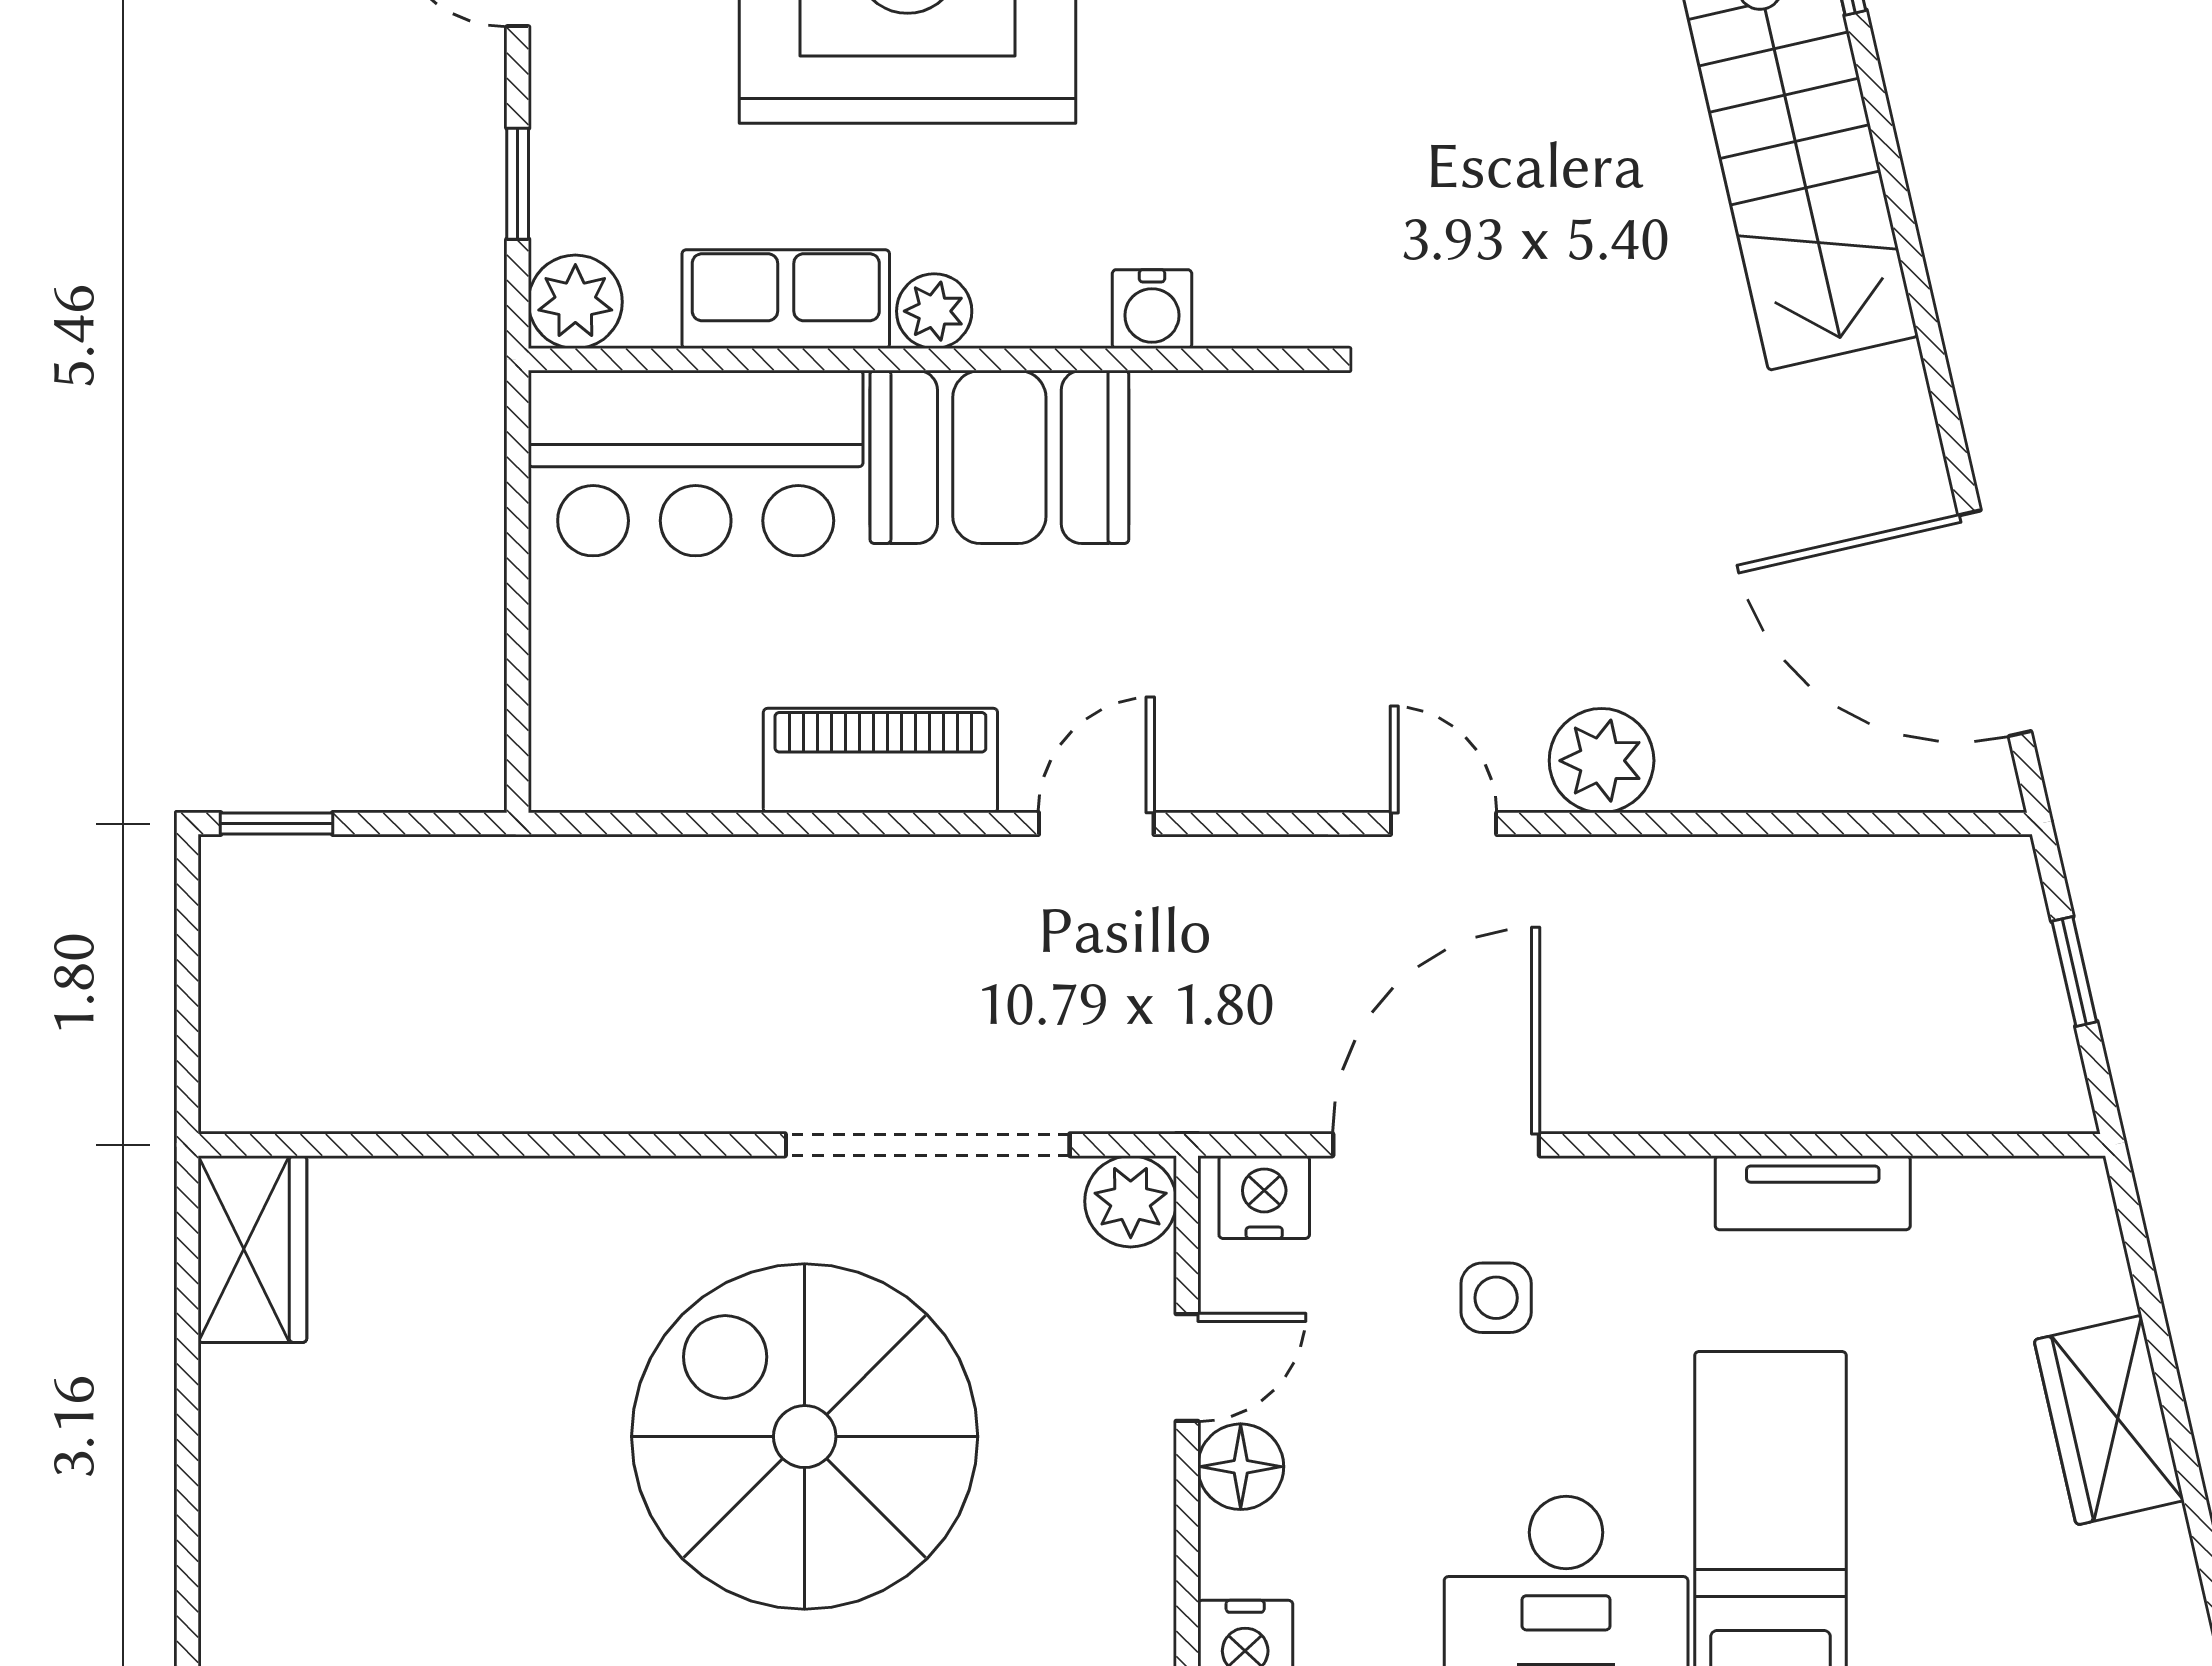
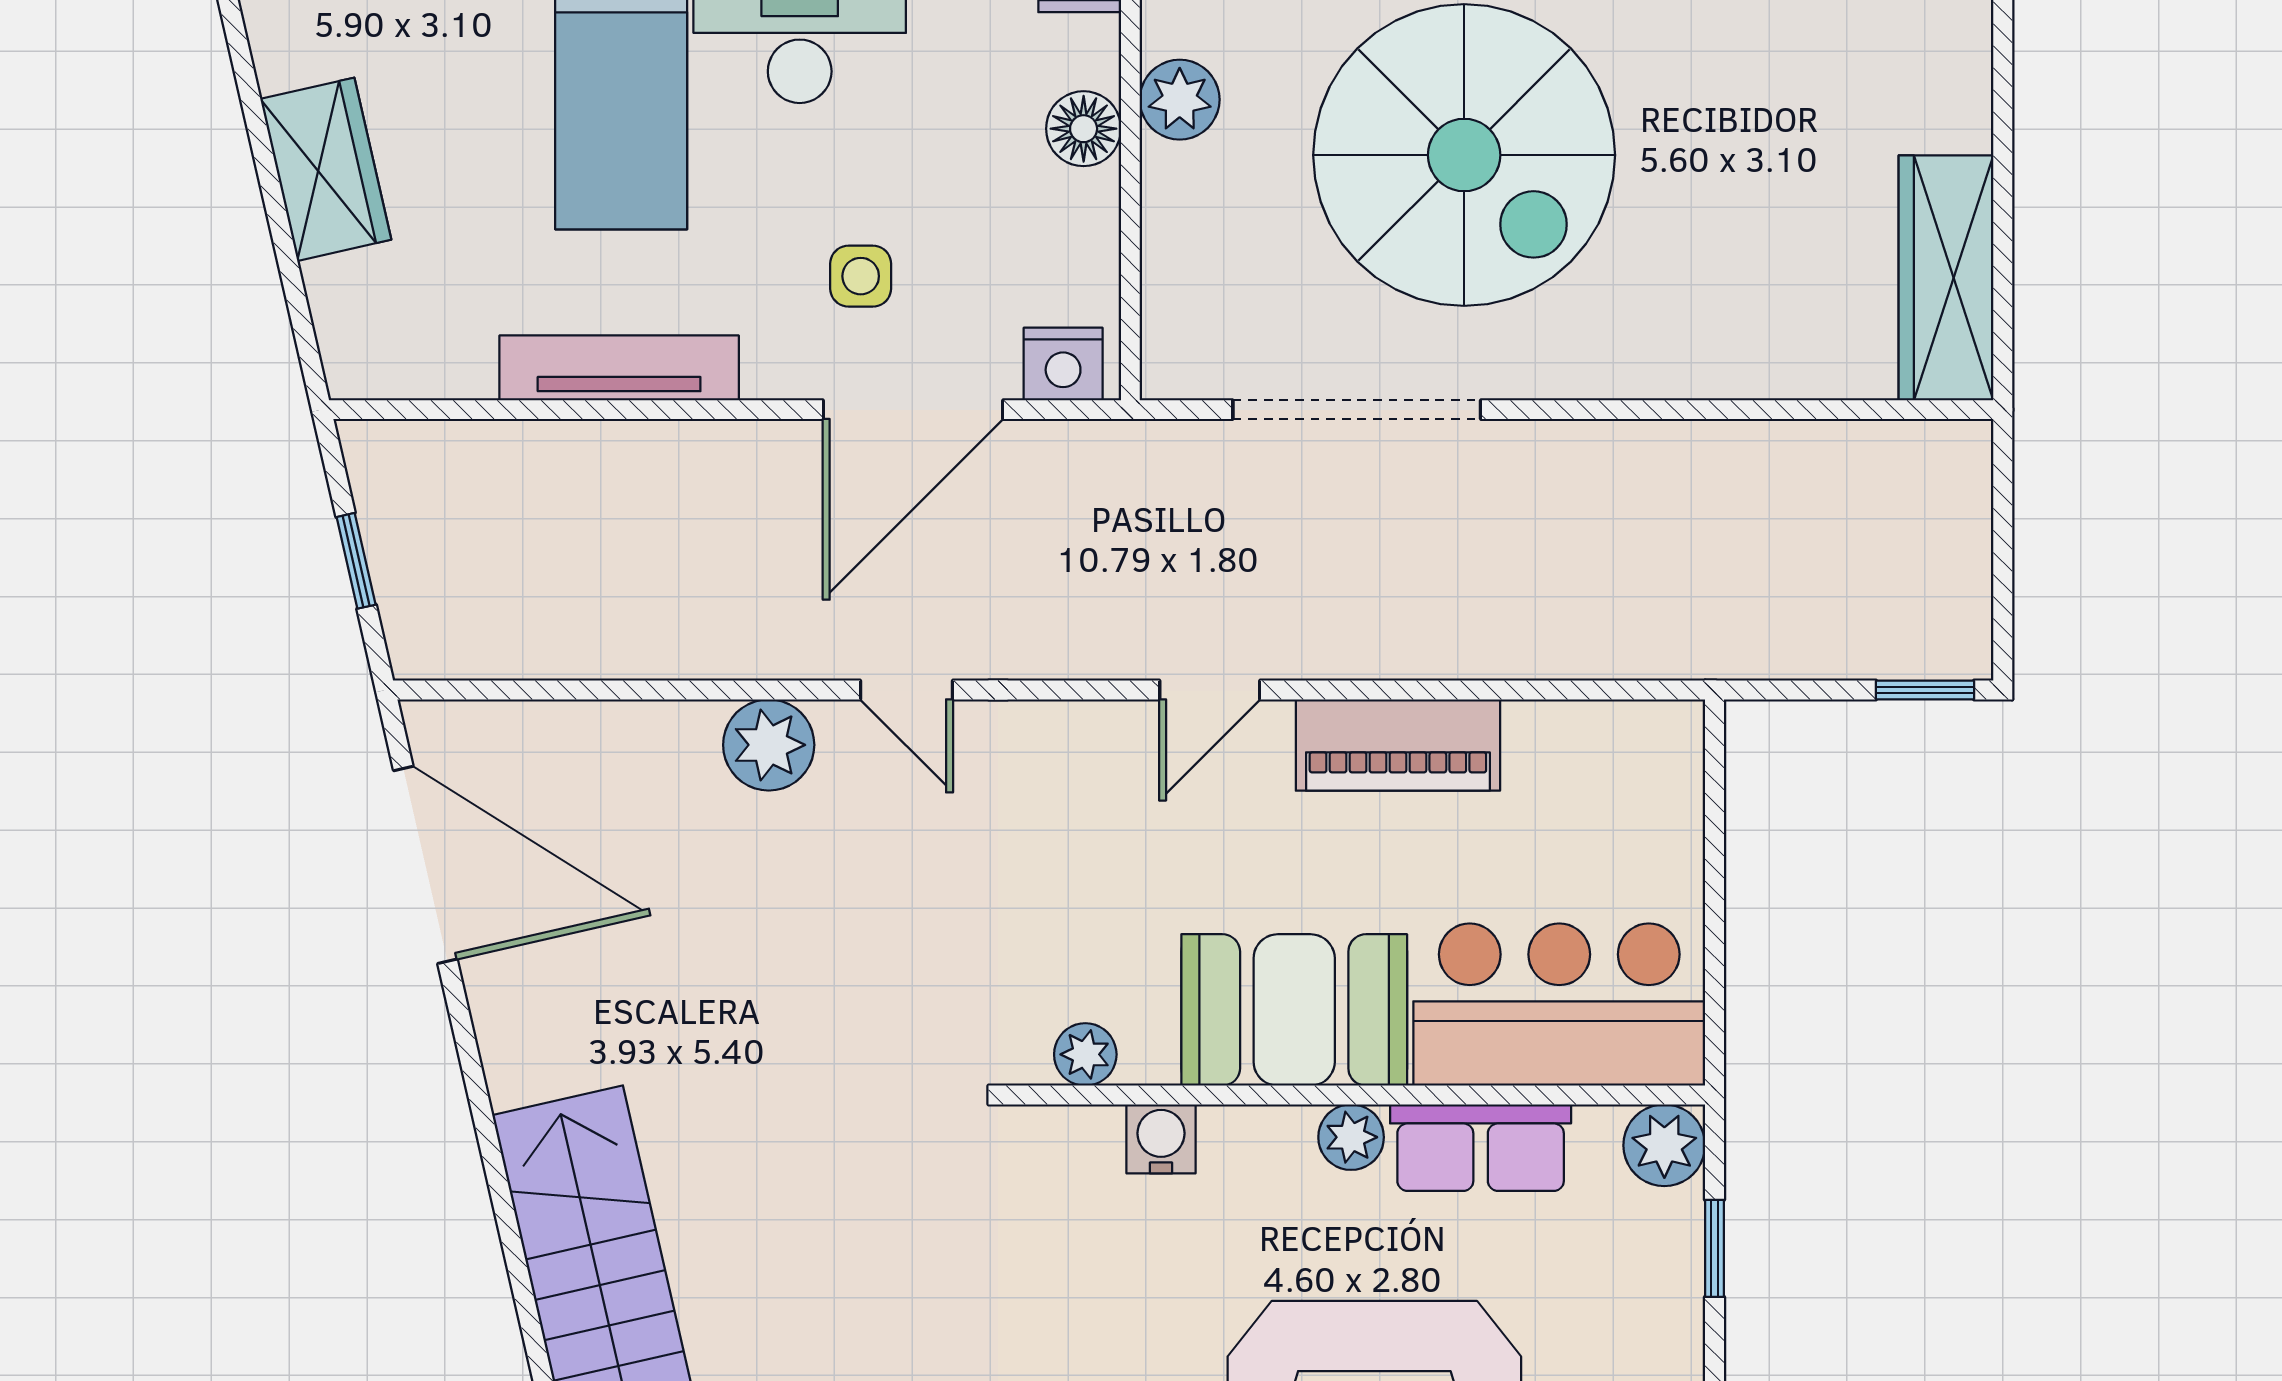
plant: (1239, 406) -> (1085, 1054), added
tv unit: (1813, 1193) -> (619, 368), width x1.41
plant: (1131, 1201) -> (1180, 100), moved
wardrobe: (252, 1249) -> (1946, 278), width x1.50
door: (1187, 1367) -> (1130, 215), removed

